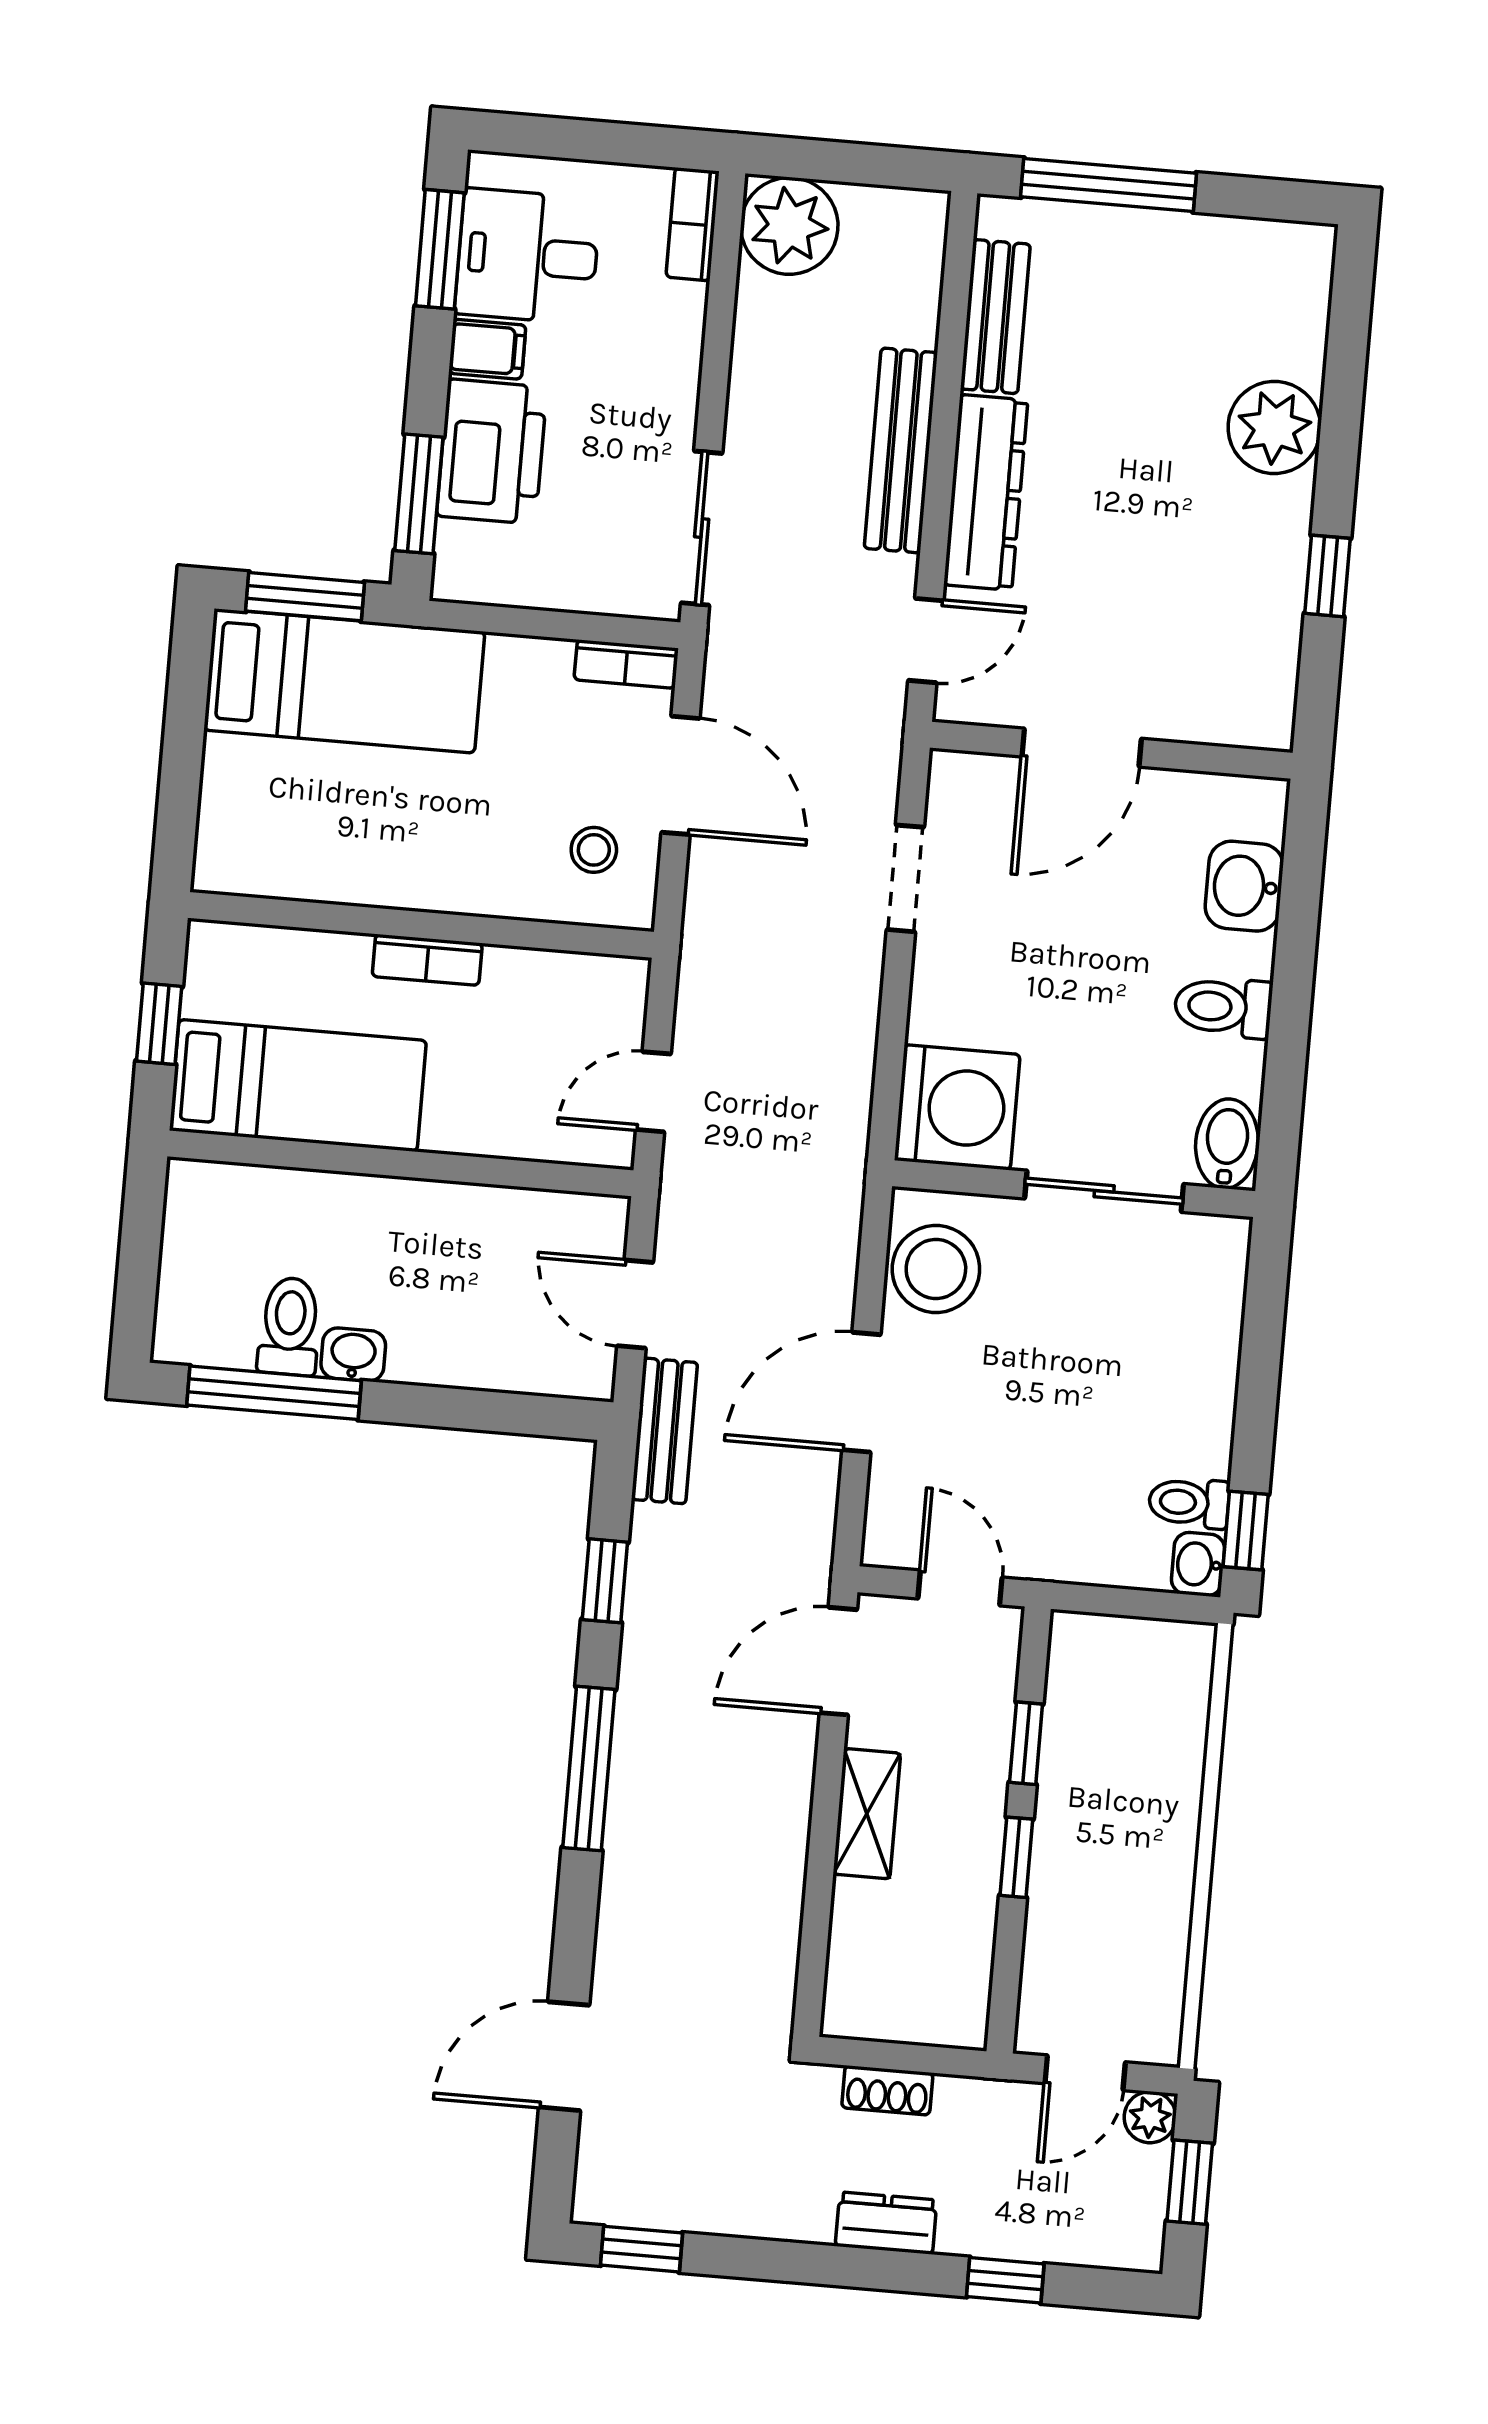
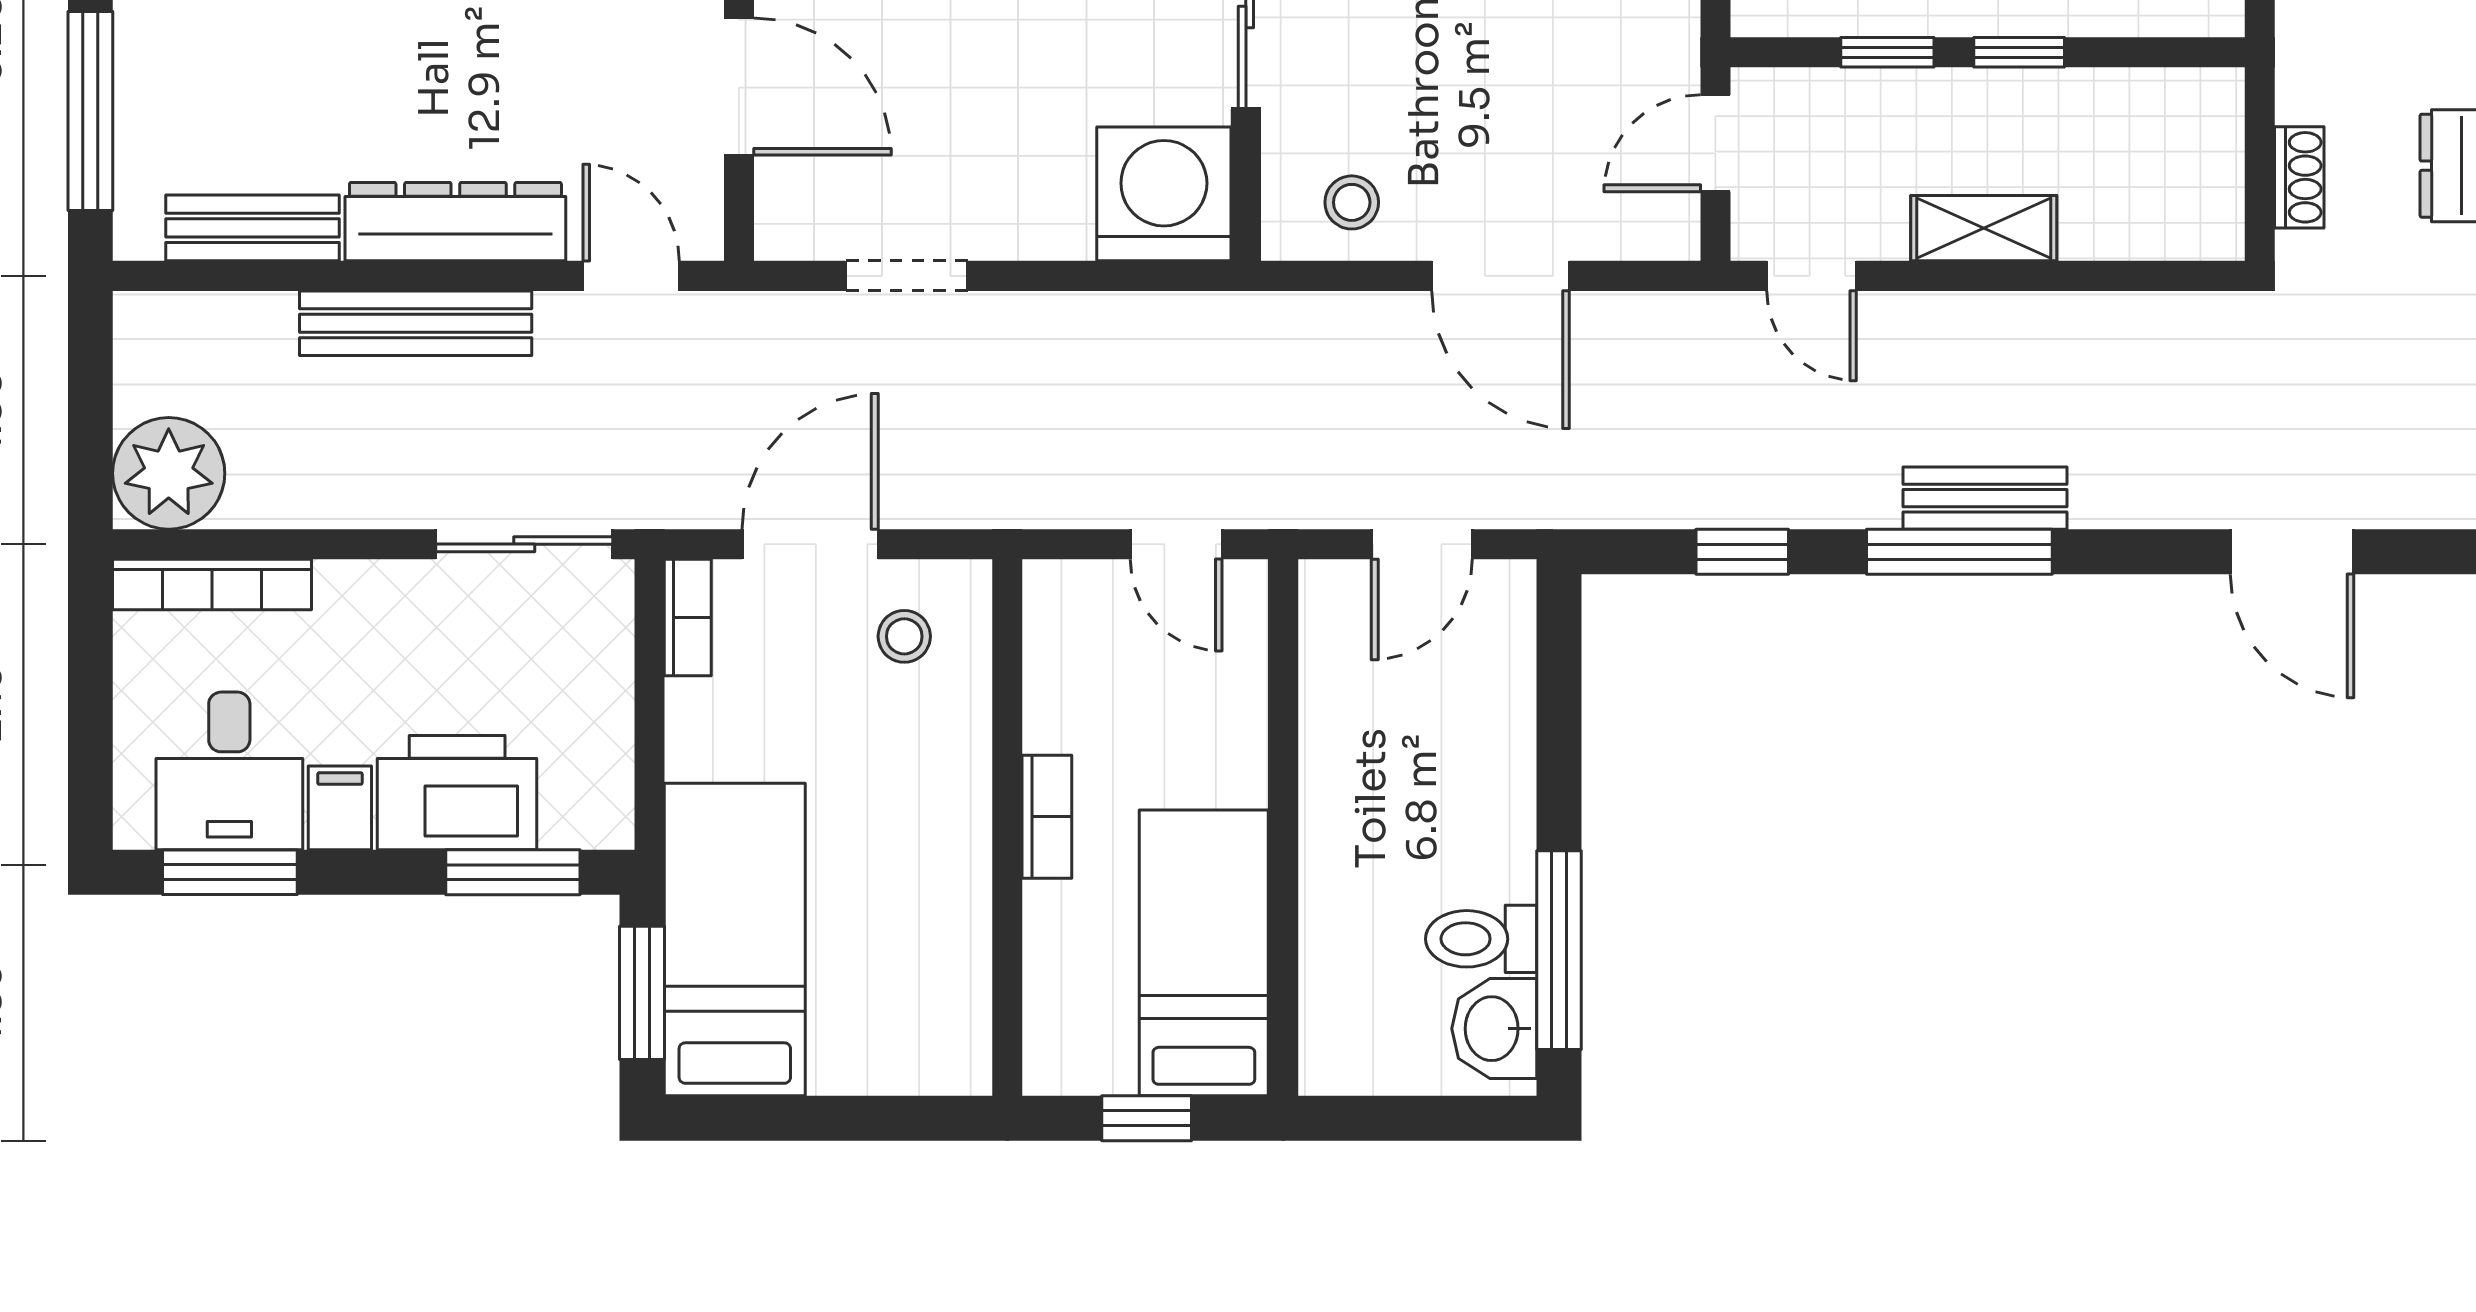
bookcase: (693, 224) -> (212, 585), width x1.56
stool: (936, 1269) -> (1352, 202), width x0.53, depth x0.53
washbasin: (353, 1355) -> (1494, 1029), moved, width x1.38, depth x1.45
bench: (664, 1431) -> (1985, 498), moved
door: (838, 1661) -> (1812, 276), width x0.73

